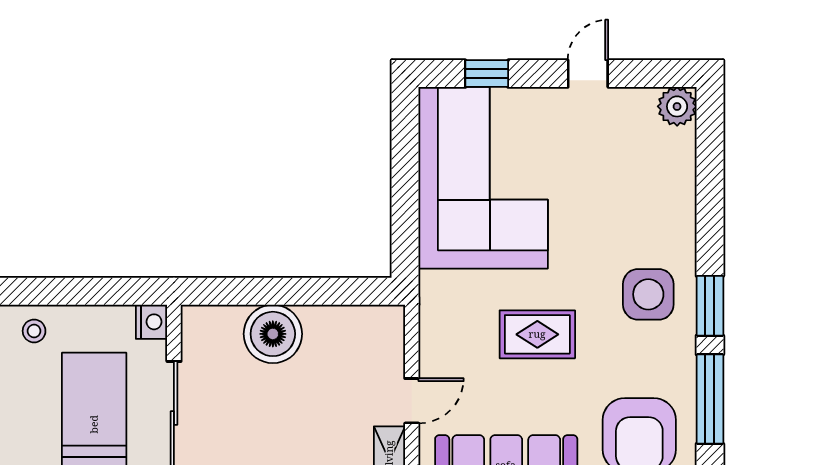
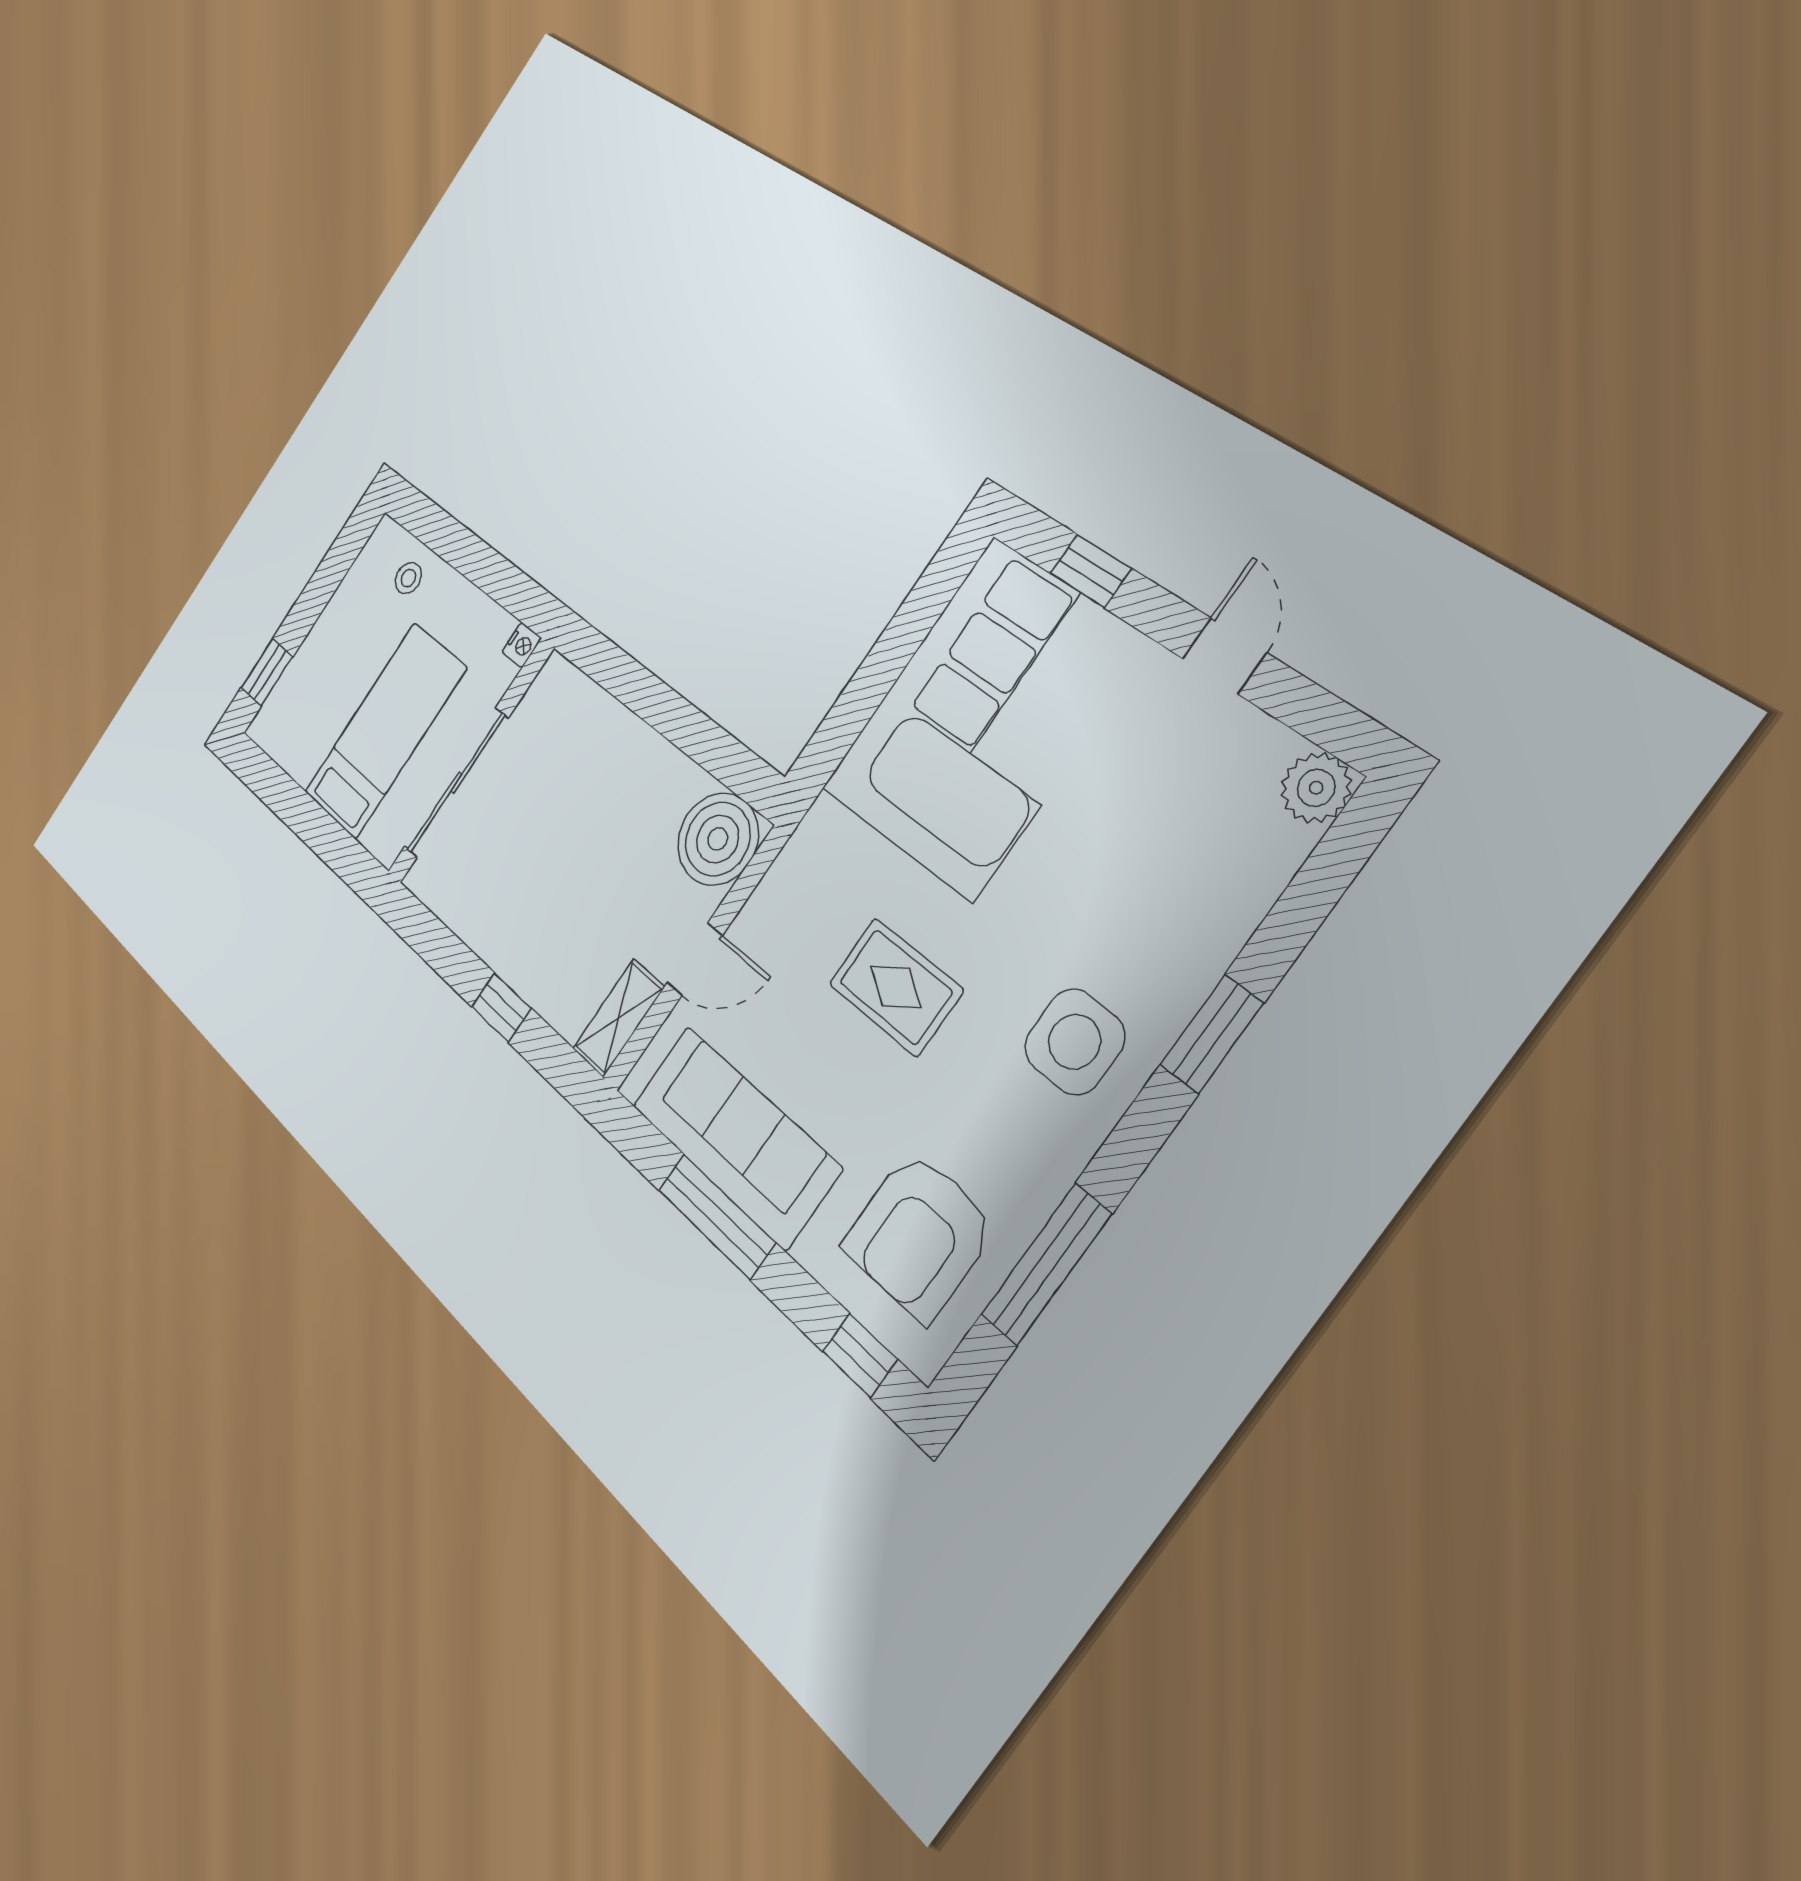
door: (588, 74) -> (1224, 656), hinge flipped
window: (710, 306) -> (1212, 1034), moved
nightstand: (152, 322) -> (522, 645), width x0.72, depth x0.74
boiler: (273, 334) -> (718, 839), moved

